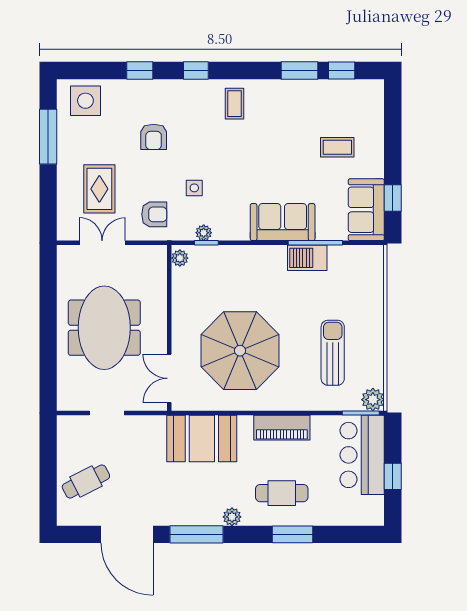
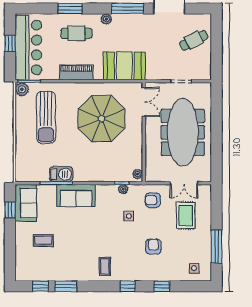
side table: (85, 101) -> (194, 268), width x0.54, depth x0.54
meeting table: (104, 328) -> (183, 132), width x1.36
sun lounger: (333, 353) -> (46, 117), width x1.36, depth x1.34
bar counter: (362, 455) -> (28, 47), width x1.36

